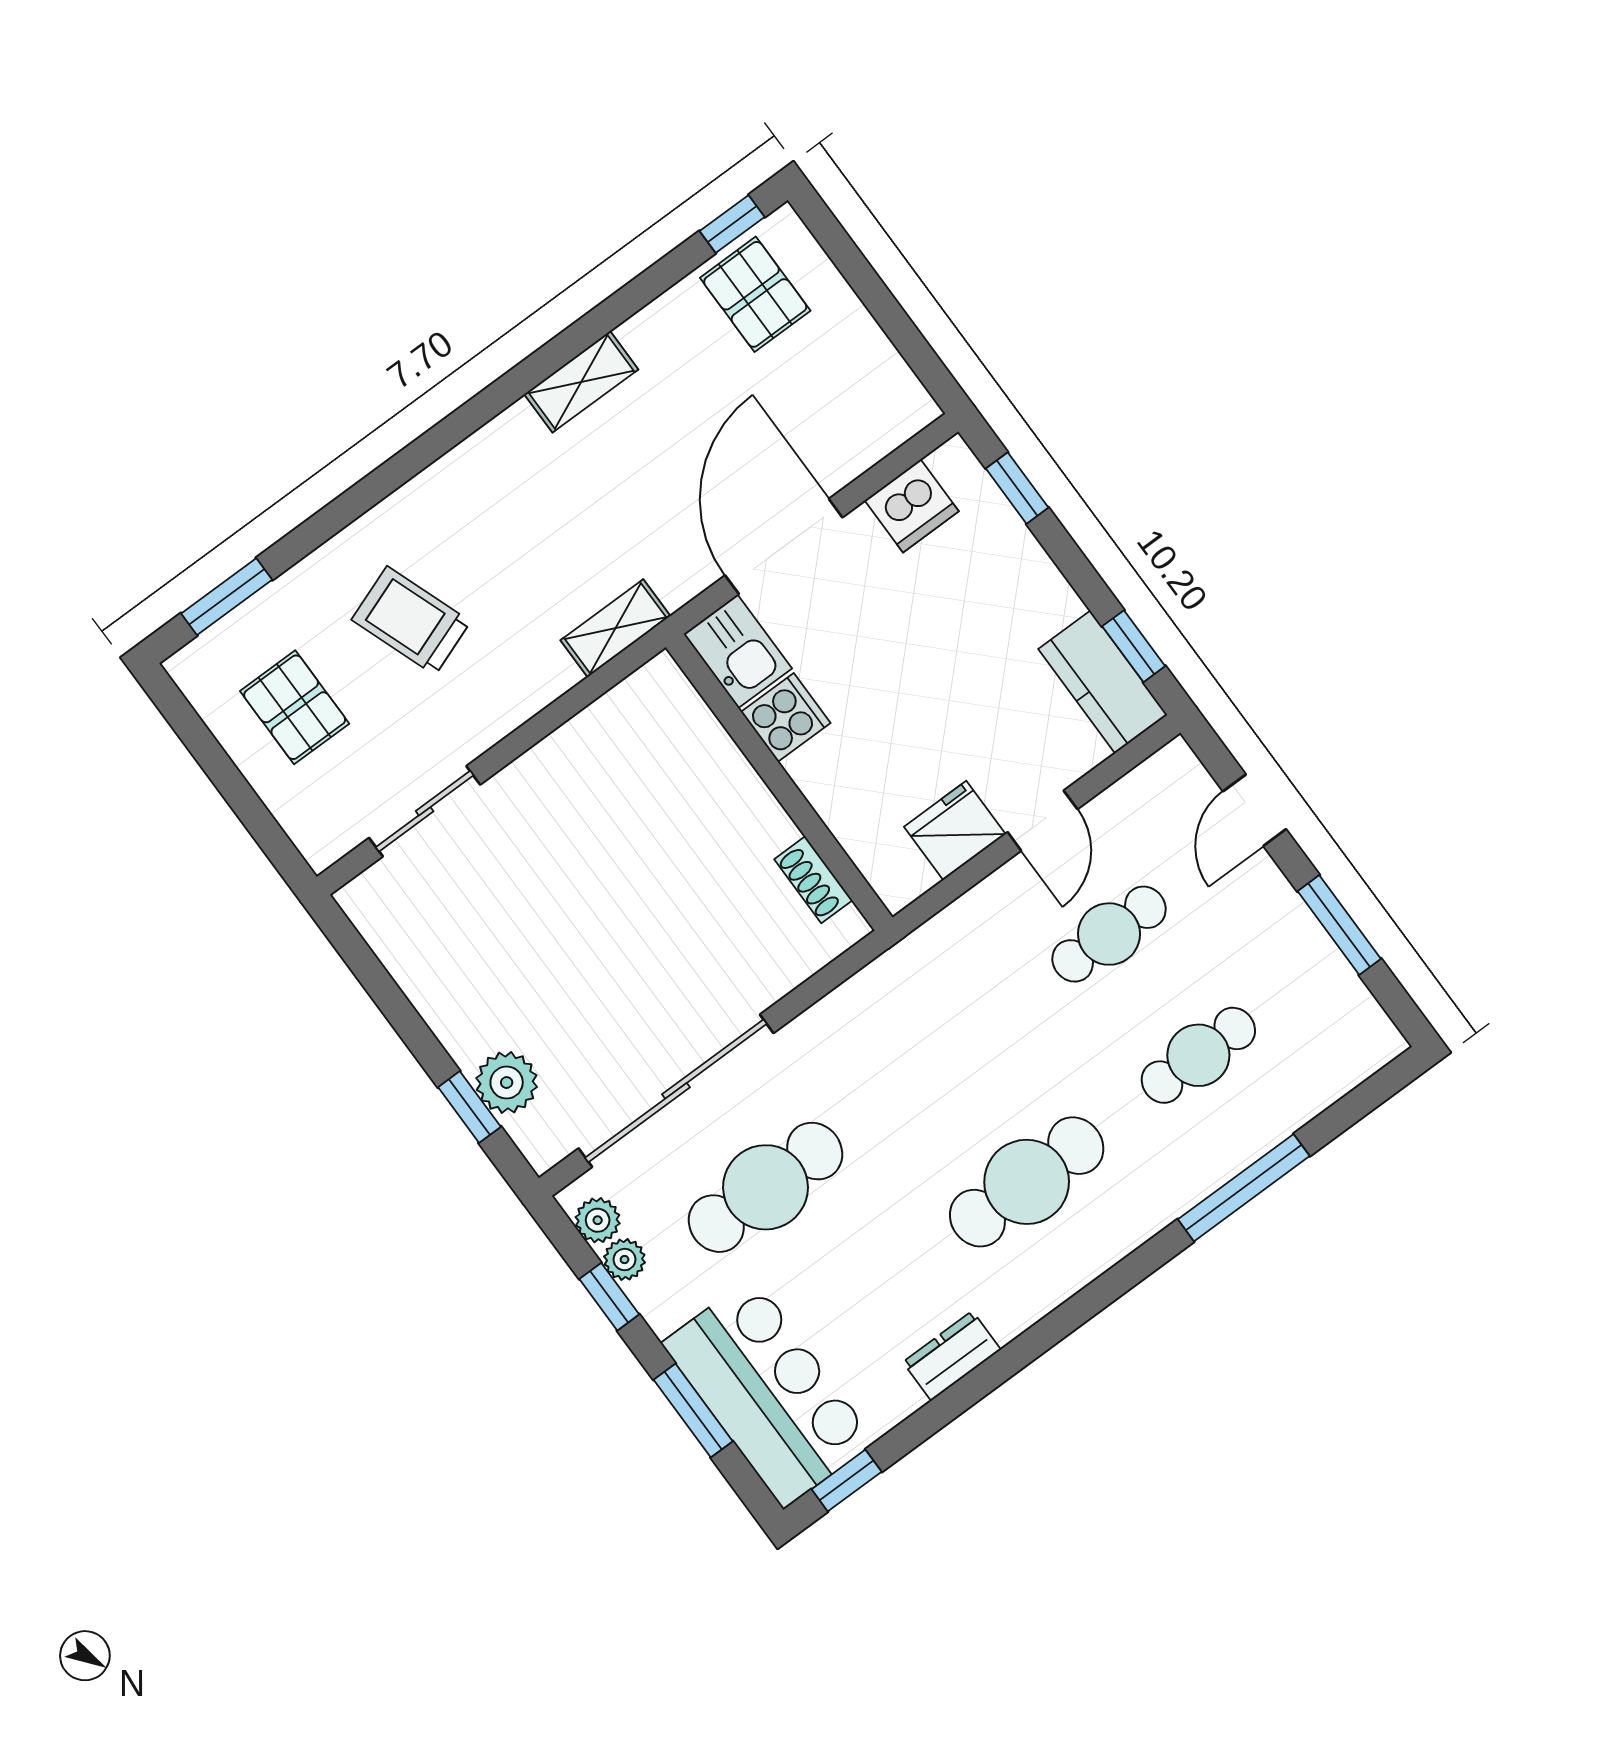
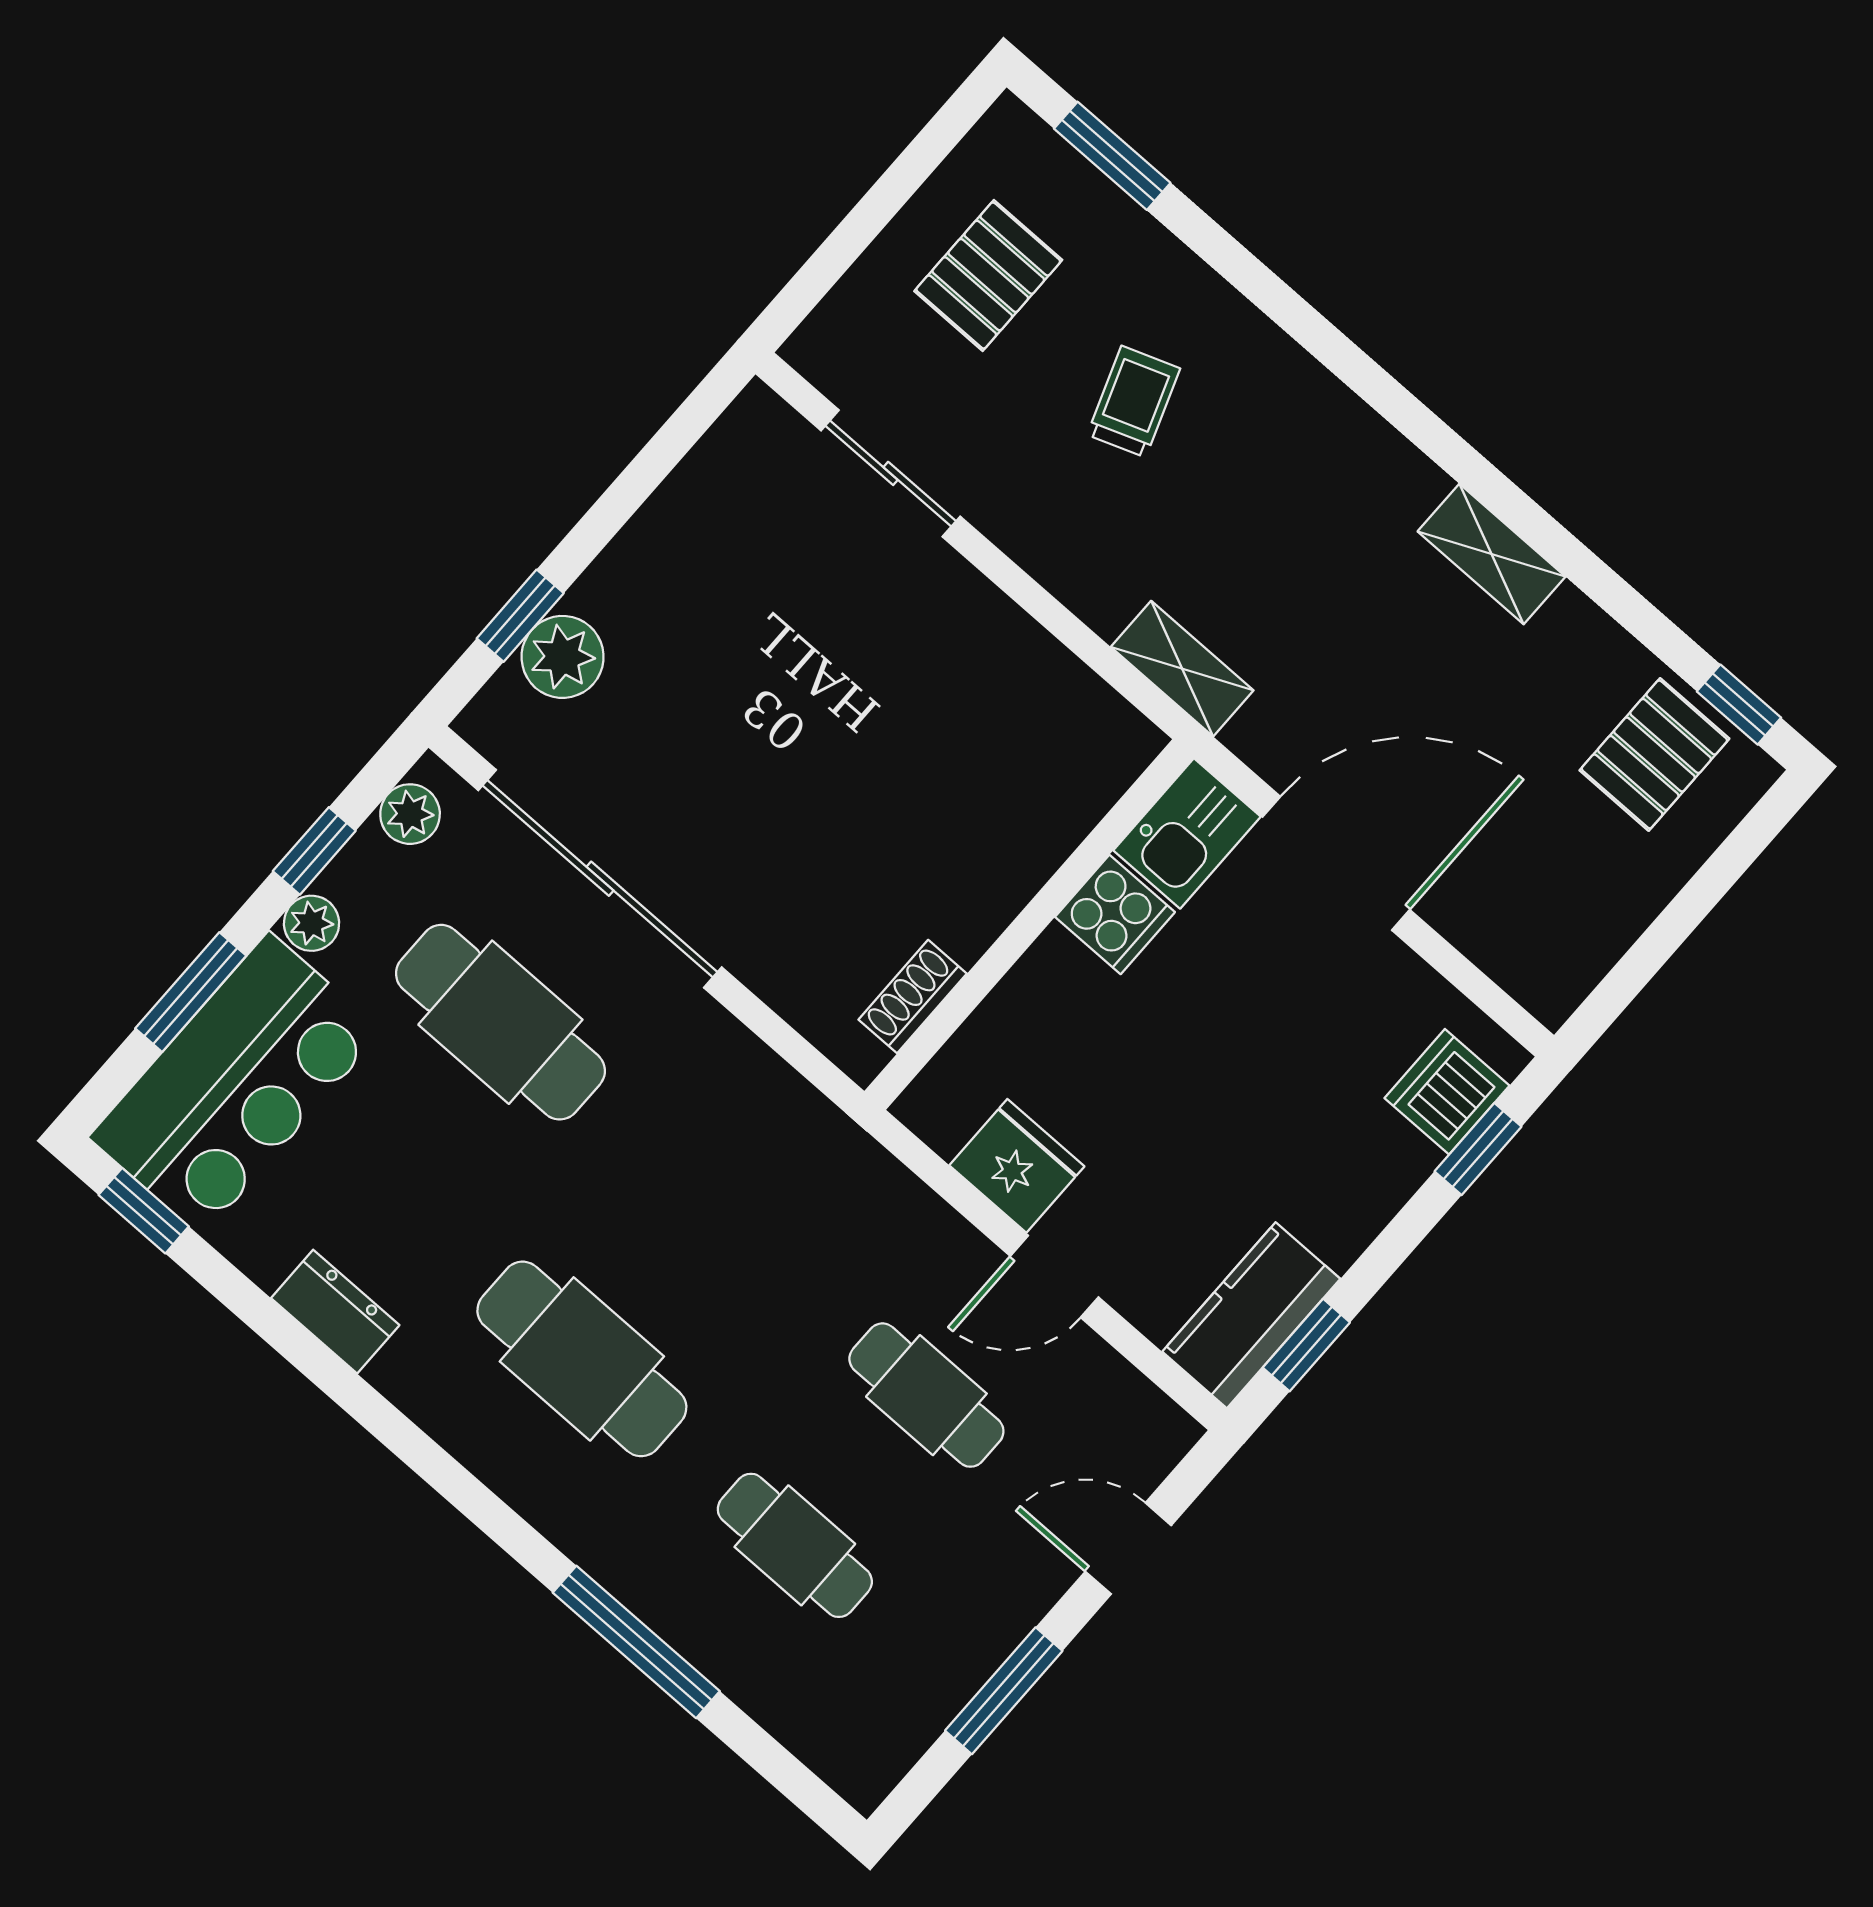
dishwasher: (912, 506) -> (1447, 1092), moved, turned 90
trolley: (411, 621) -> (1134, 402), width x0.73, depth x0.72
plant: (625, 1260) -> (312, 923), moved

